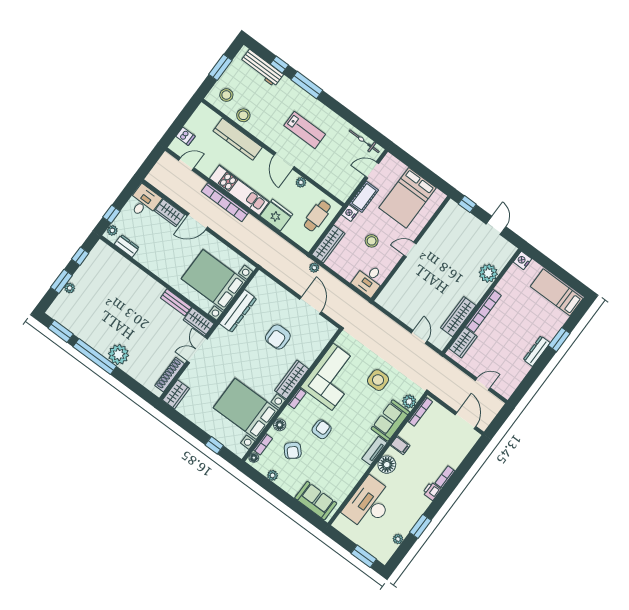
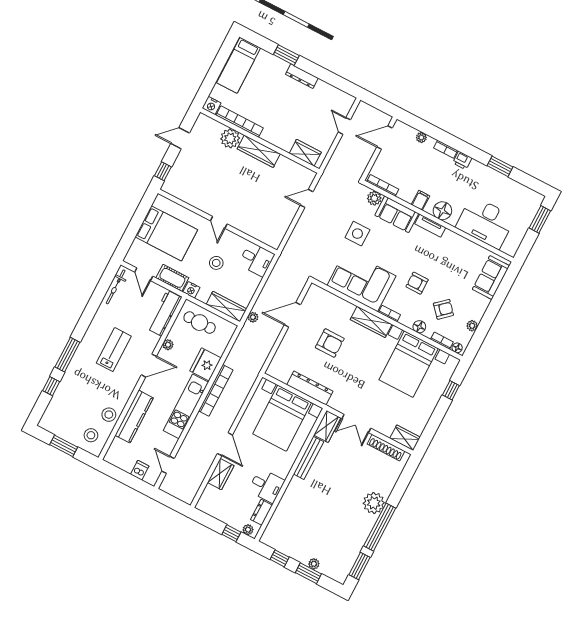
workbench: (262, 68) -> (164, 313), moved, turned 180
desk: (144, 202) -> (266, 486), moved, turned 180
bookcase: (225, 202) -> (216, 390), moved
bench: (176, 302) -> (309, 458), width x1.36
bookcase: (483, 311) -> (240, 122), moved
wardrobe: (458, 317) -> (259, 151), moved
plant: (398, 539) -> (421, 137), moved

